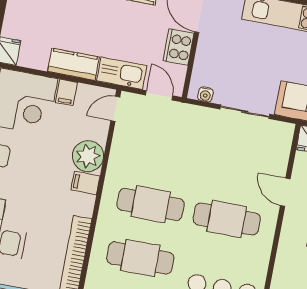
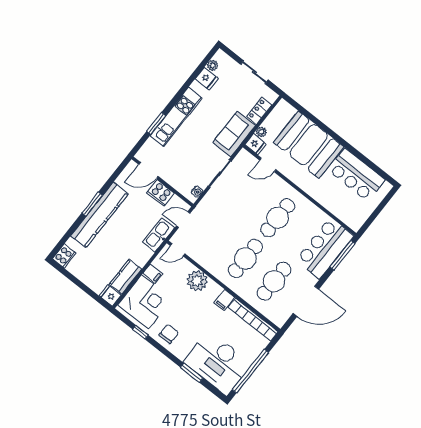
kitchen counter: (74, 64) -> (126, 277), moved
door: (115, 109) -> (178, 250), hinge flipped
filing cabinet: (85, 183) -> (224, 300), moved
door: (285, 192) -> (268, 165), moved

